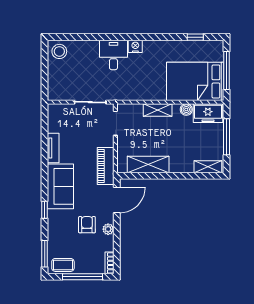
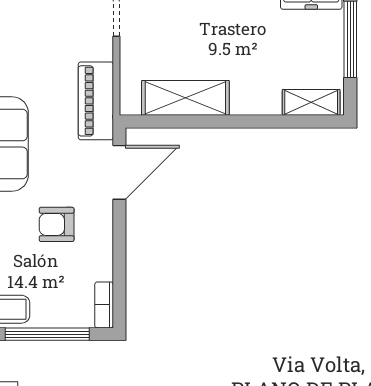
armchair: (87, 225) -> (57, 224), turned -90
plant: (108, 229) -> (101, 234), removed

